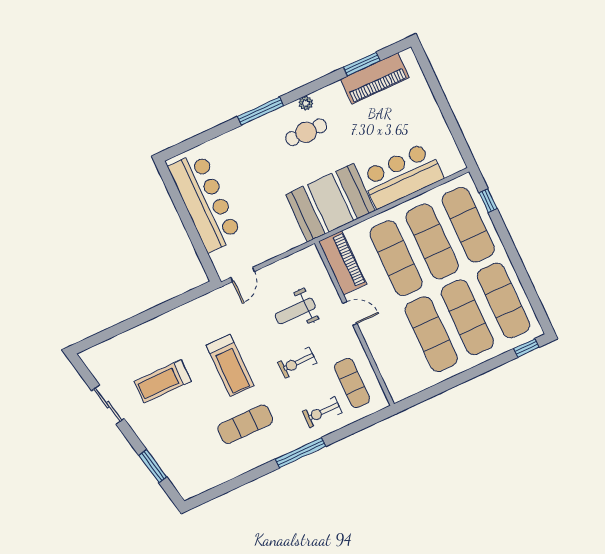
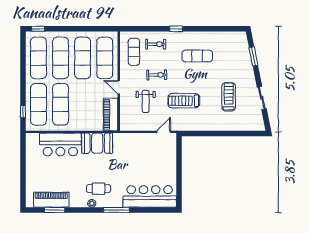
bar counter: (205, 202) -> (150, 196), moved, turned 90
booth: (330, 203) -> (97, 143), width x0.73, depth x0.70
exercise mat: (396, 258) -> (105, 58), moved
weight bench: (295, 311) -> (146, 101), turned 90
treadmill: (230, 366) -> (184, 101), moved, turned -90
treadmill: (163, 381) -> (229, 97), turned -90
window: (300, 453) -> (176, 29), width x0.46

